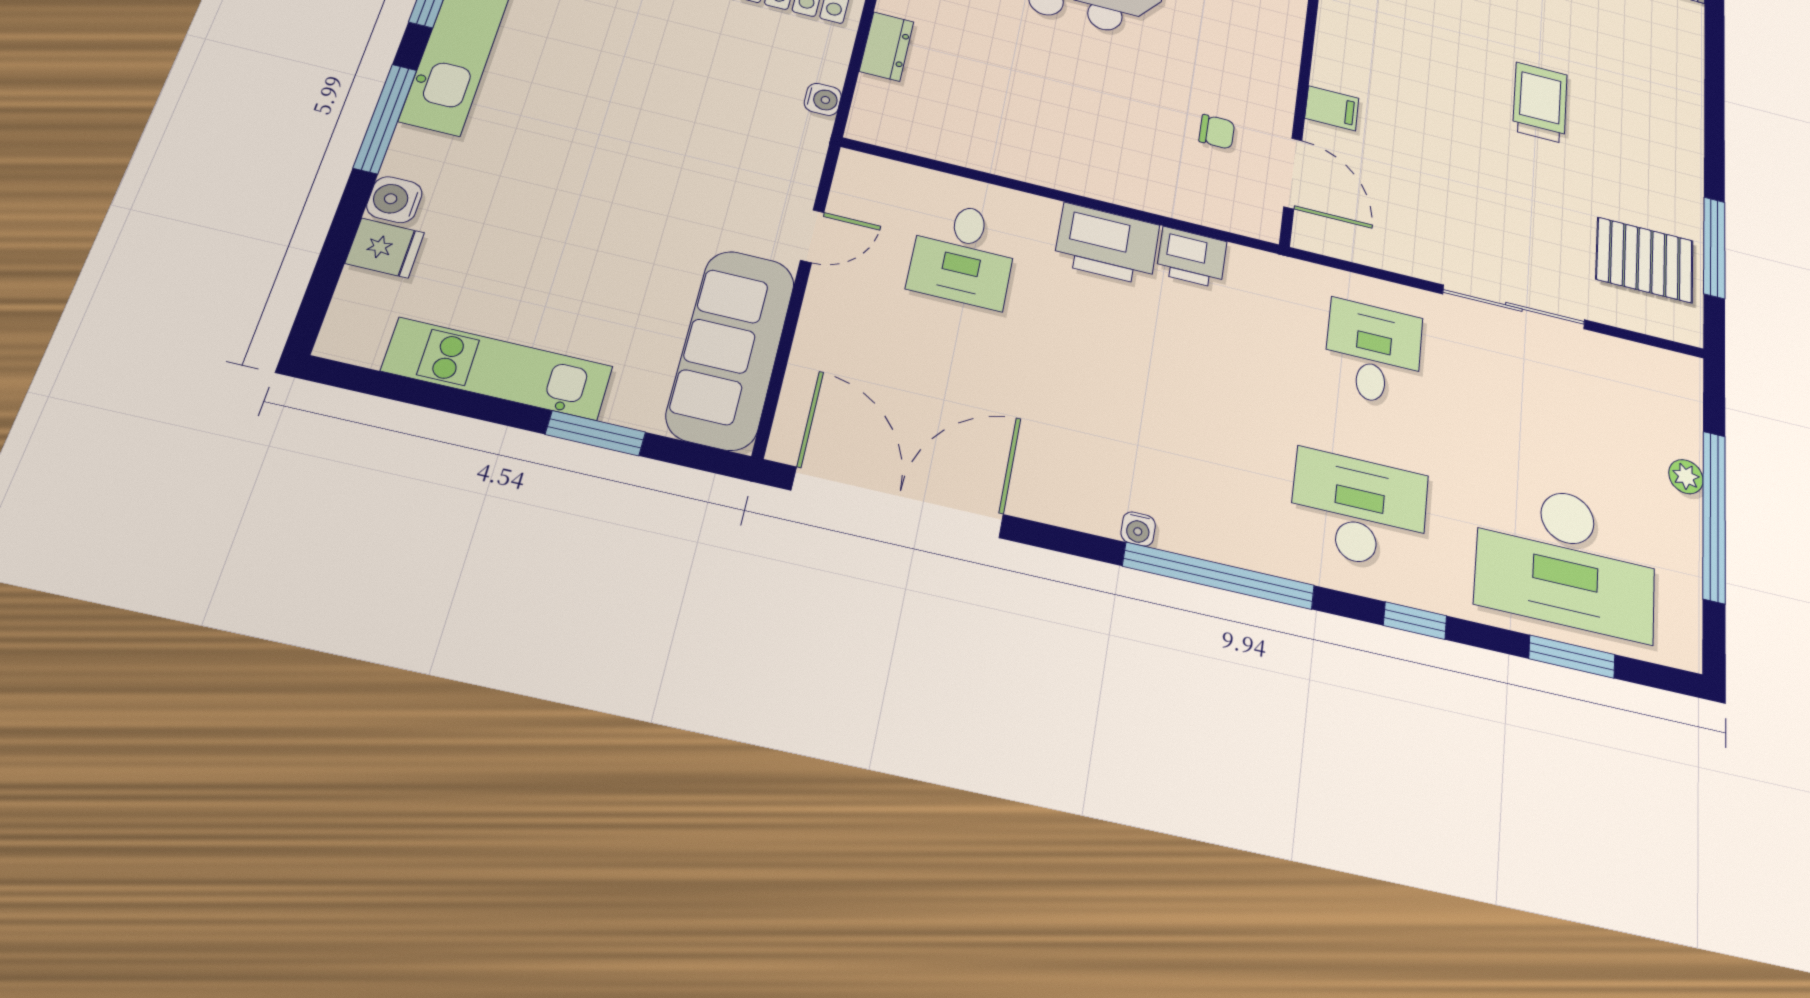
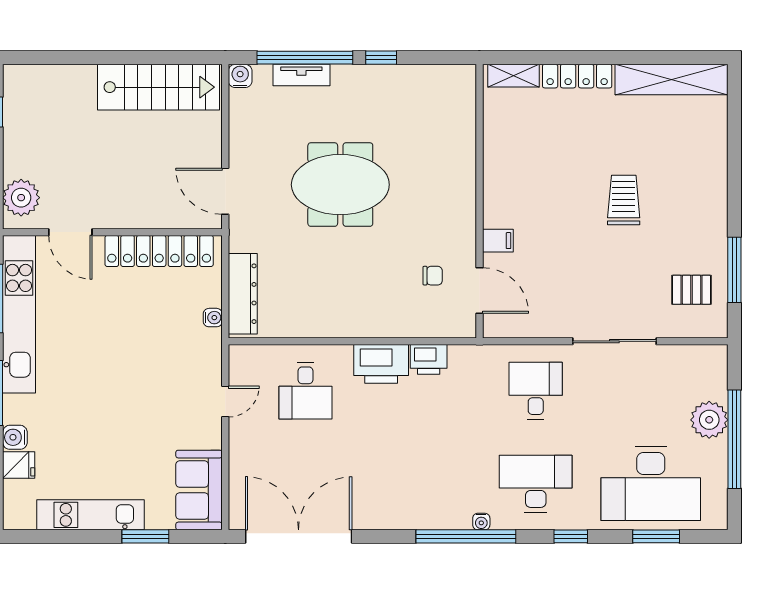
dresser: (887, 46) -> (243, 294), width x1.96, depth x1.24
pallet: (1645, 260) -> (692, 290), width x0.67, depth x0.71
sofa: (731, 349) -> (199, 490), width x0.73
plant: (1686, 477) -> (709, 420), width x1.88, depth x1.88
water cooler: (1138, 529) -> (481, 522), moved

